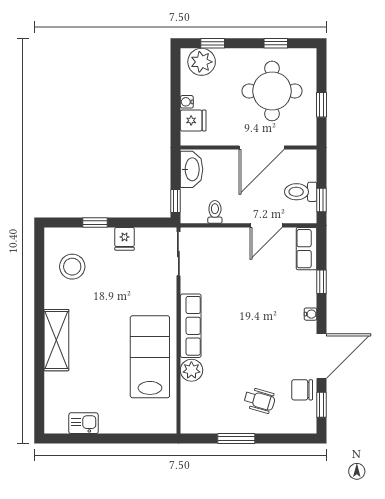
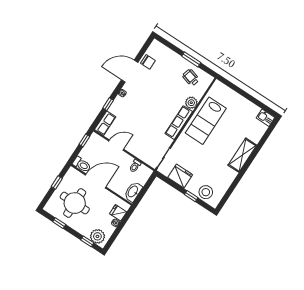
toilet: (301, 192) -> (82, 165), moved
window: (176, 201) -> (149, 182), removed
fridge: (125, 239) -> (180, 176), width x1.88, depth x1.34
stool: (72, 267) -> (206, 192), moved
wheelchair: (260, 400) -> (191, 78), moved
window: (322, 405) -> (144, 50), removed
kitchen sink: (83, 423) -> (265, 118), moved

